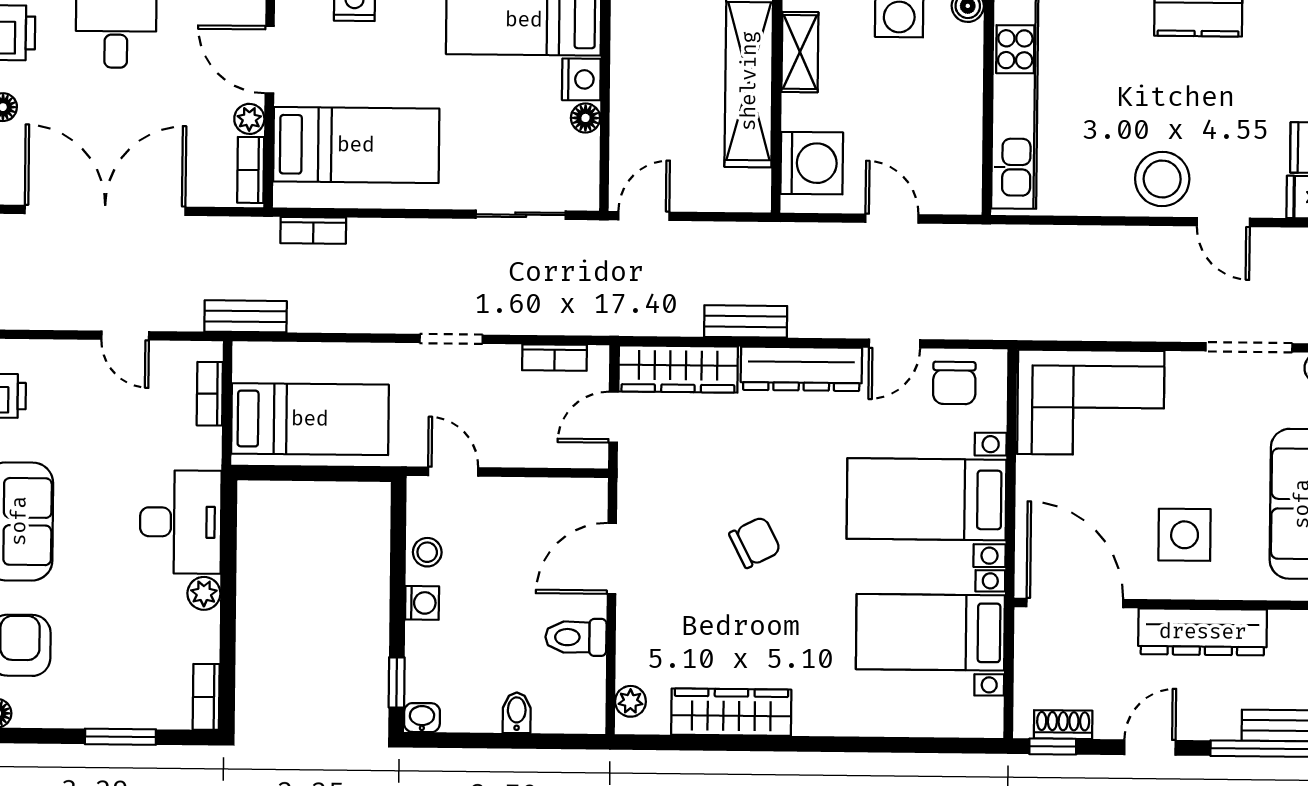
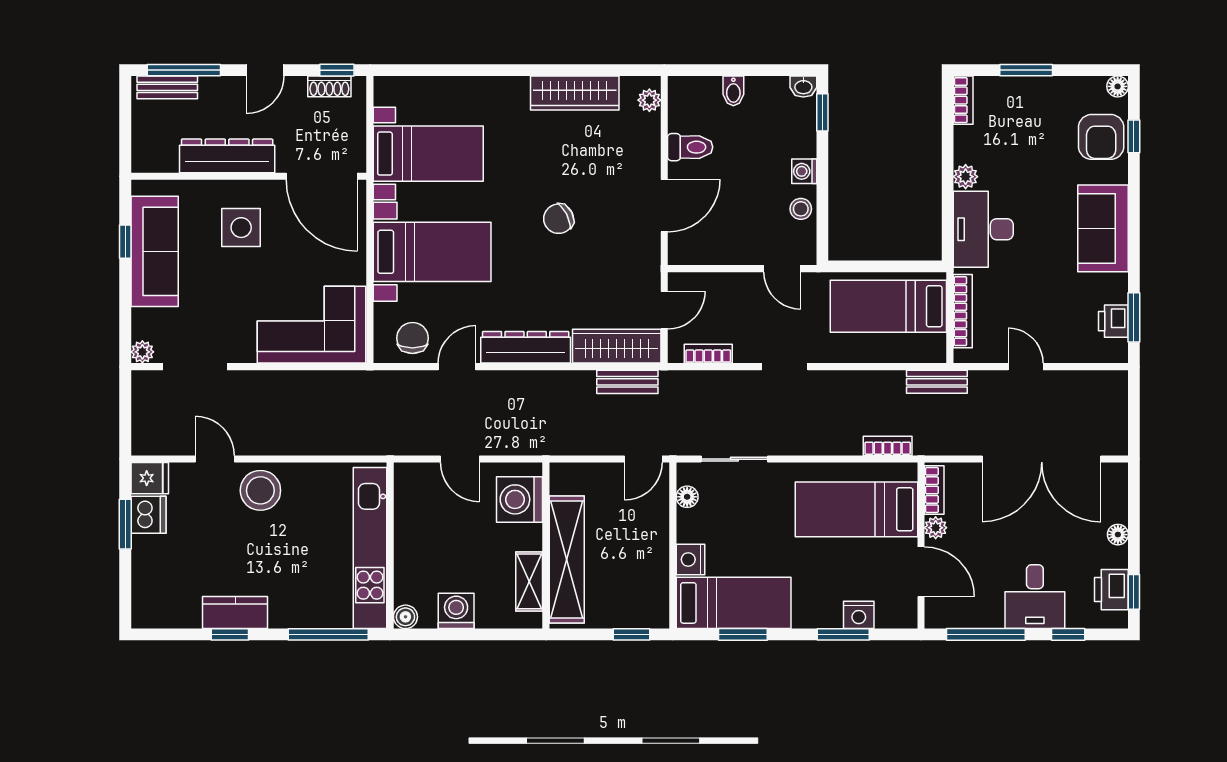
floor lamp: (585, 118) -> (687, 497), moved
bench: (746, 321) -> (627, 382), moved
bookcase: (210, 394) -> (963, 311), width x1.56

